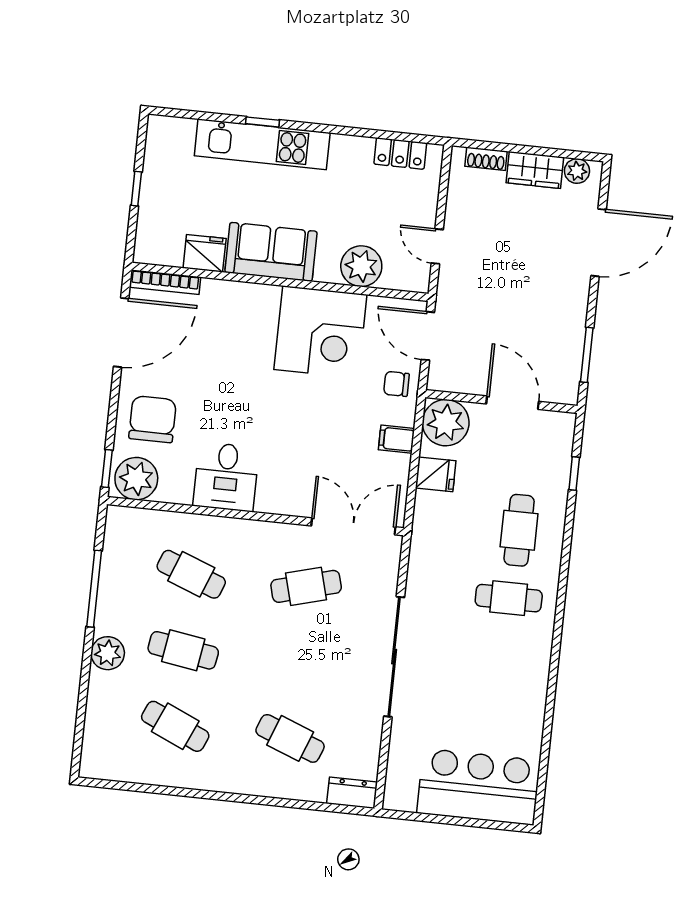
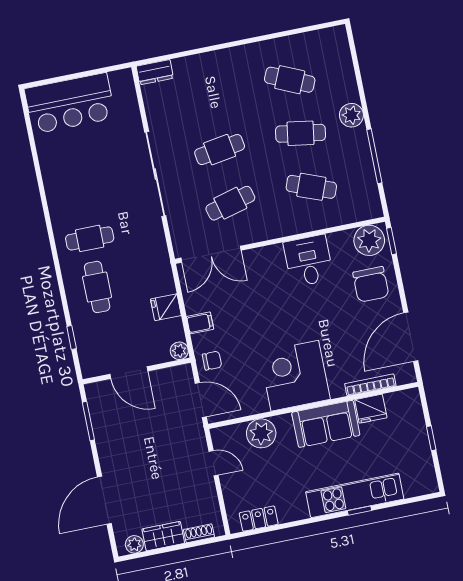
bookcase: (165, 282) -> (370, 385), moved
corner desk: (320, 332) -> (295, 376), moved
plant: (446, 423) -> (179, 351), width x0.53, depth x0.53
cafe table: (290, 738) -> (220, 150), moved, turned -30

